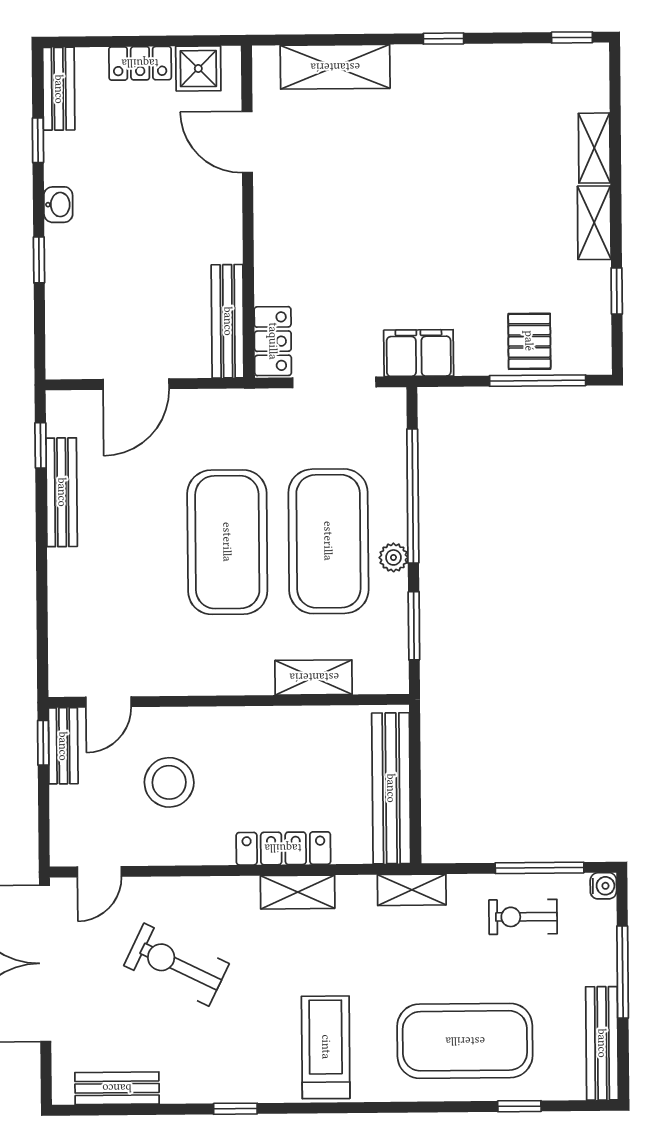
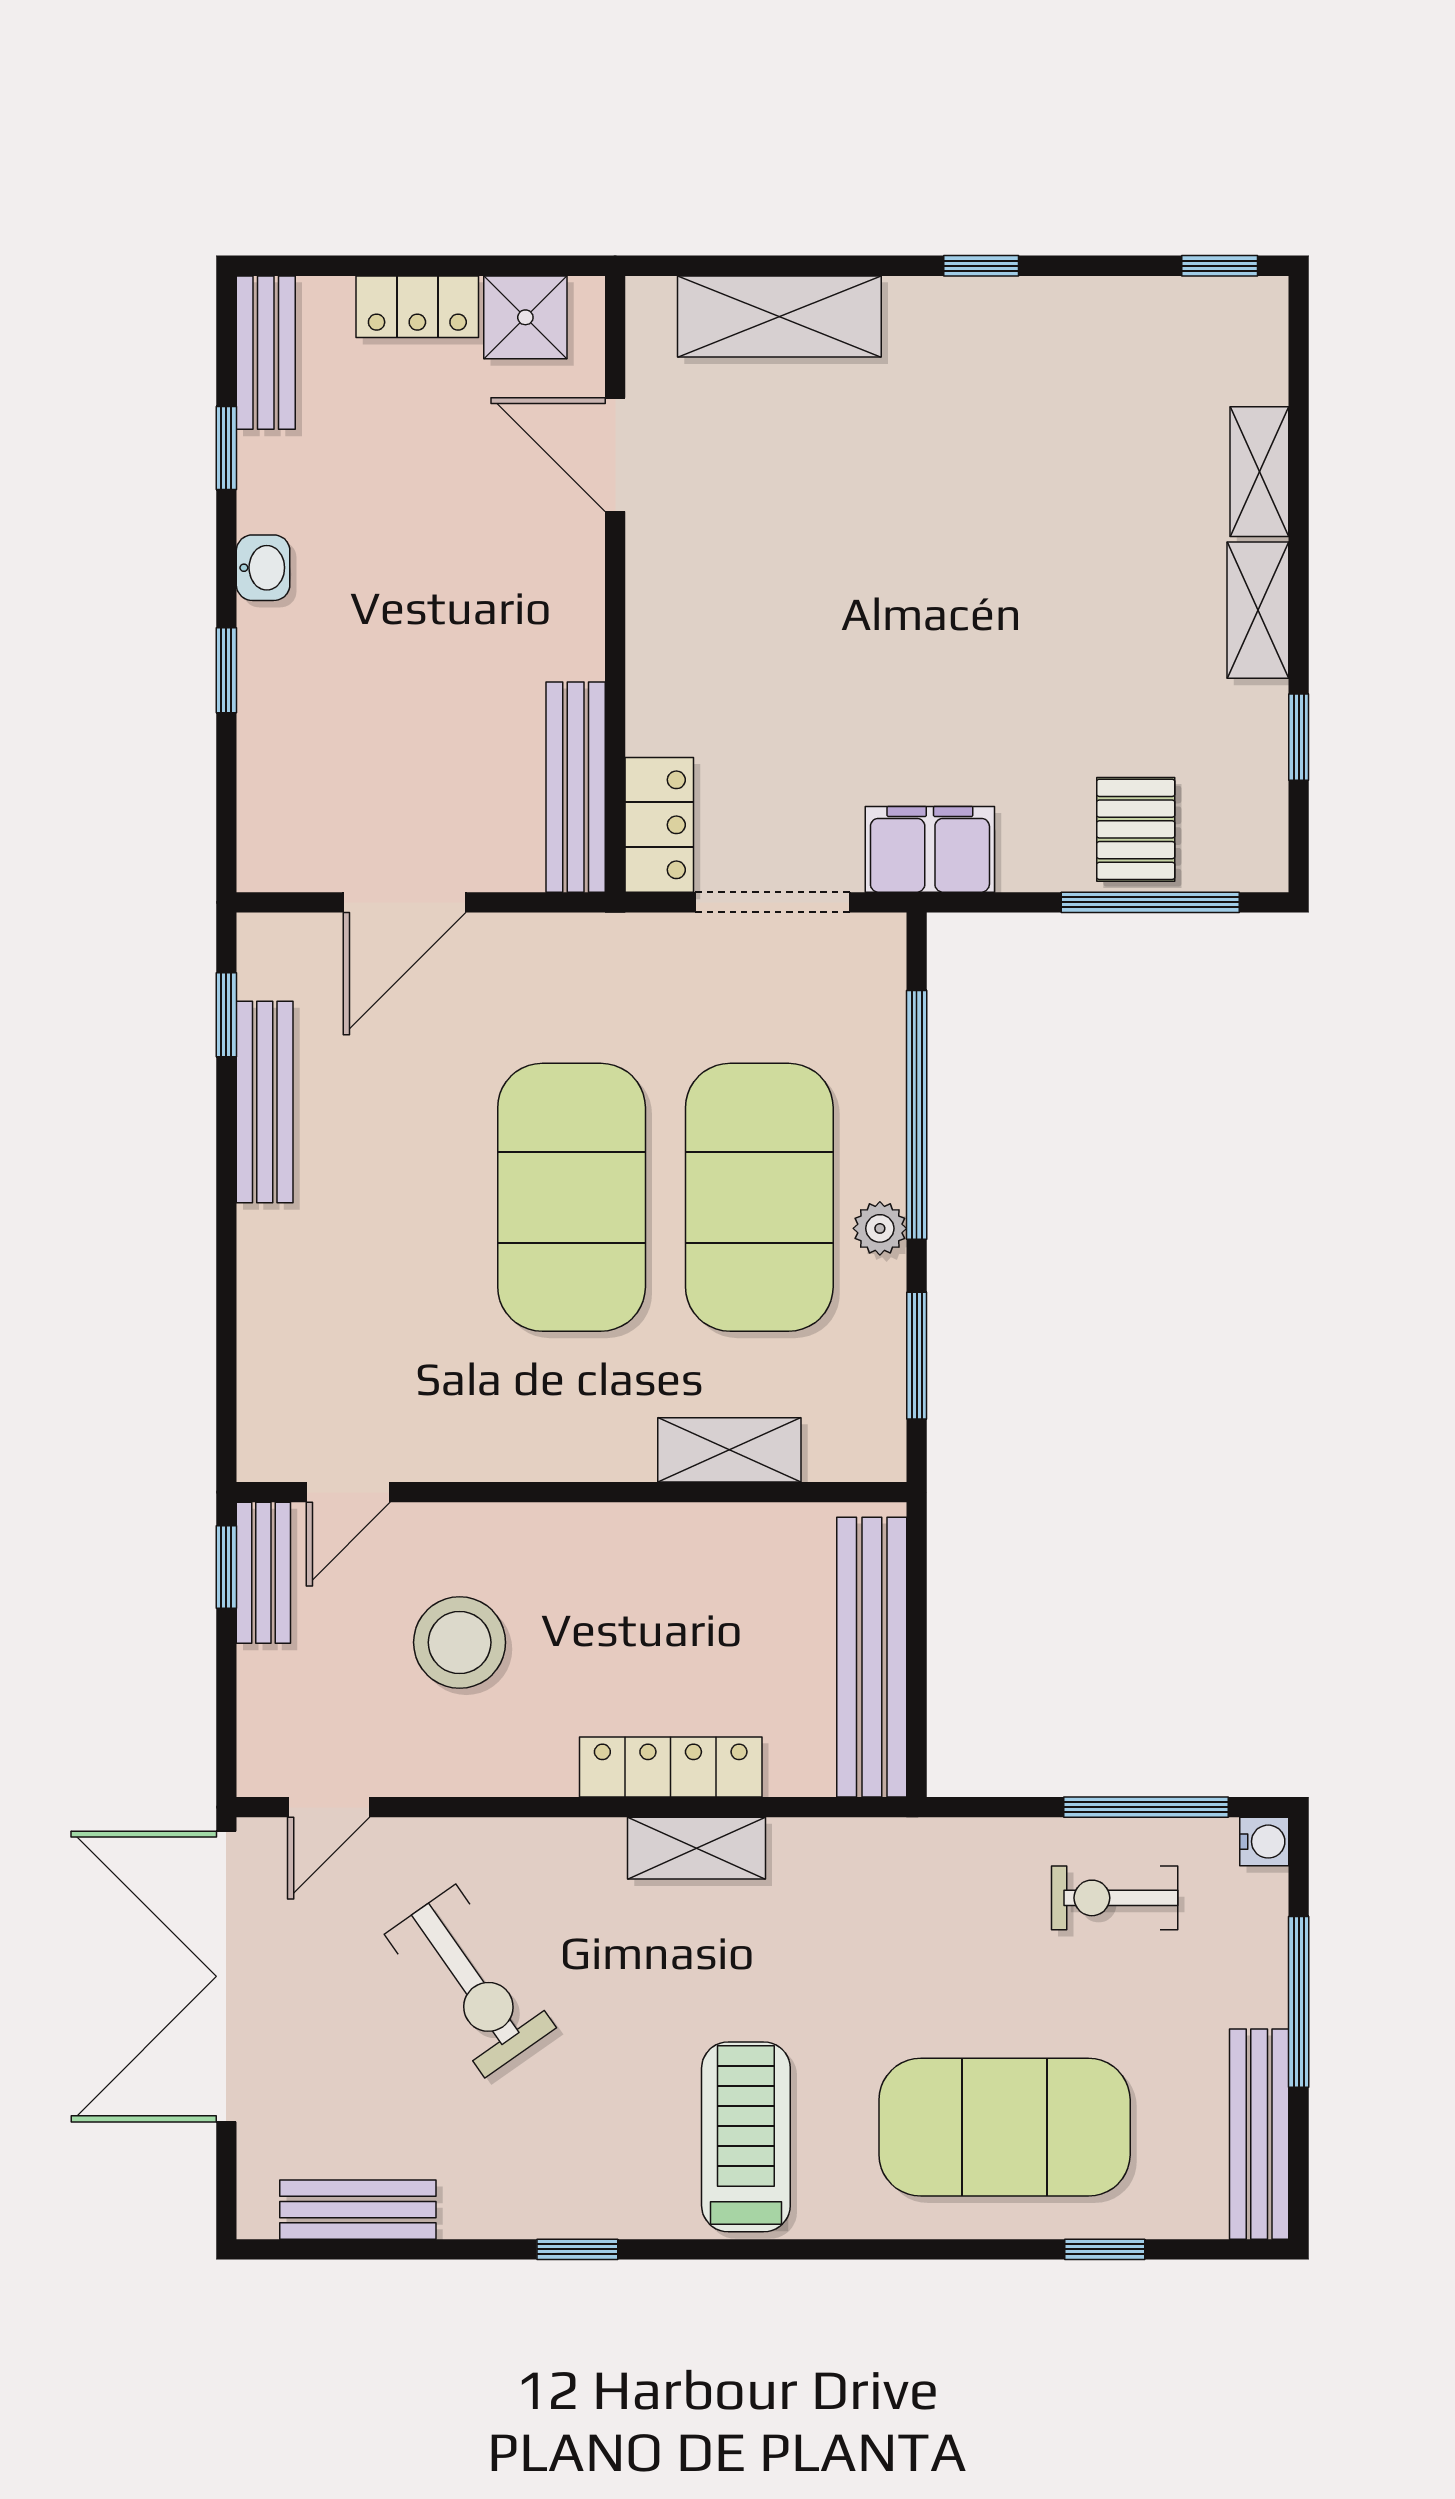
shelving: (412, 890) -> (908, 1846), removed
exercise bike: (176, 965) -> (470, 1981), turned -151

